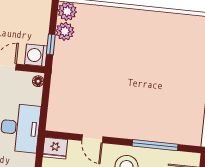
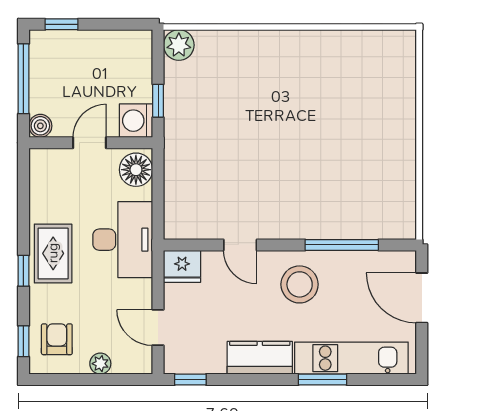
plant: (65, 31) -> (178, 77), removed
floor lamp: (38, 81) -> (136, 170), width x1.89, depth x1.89

